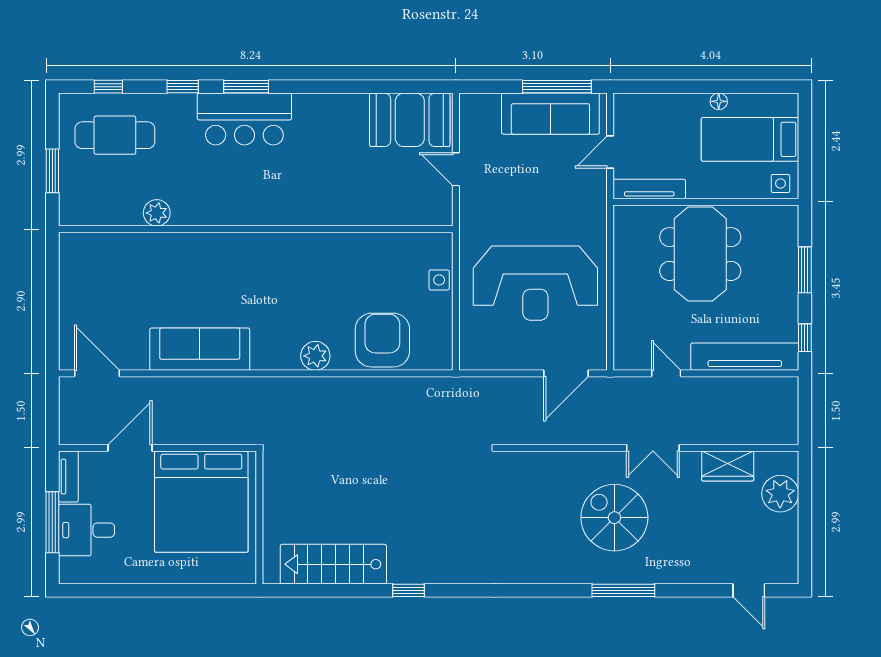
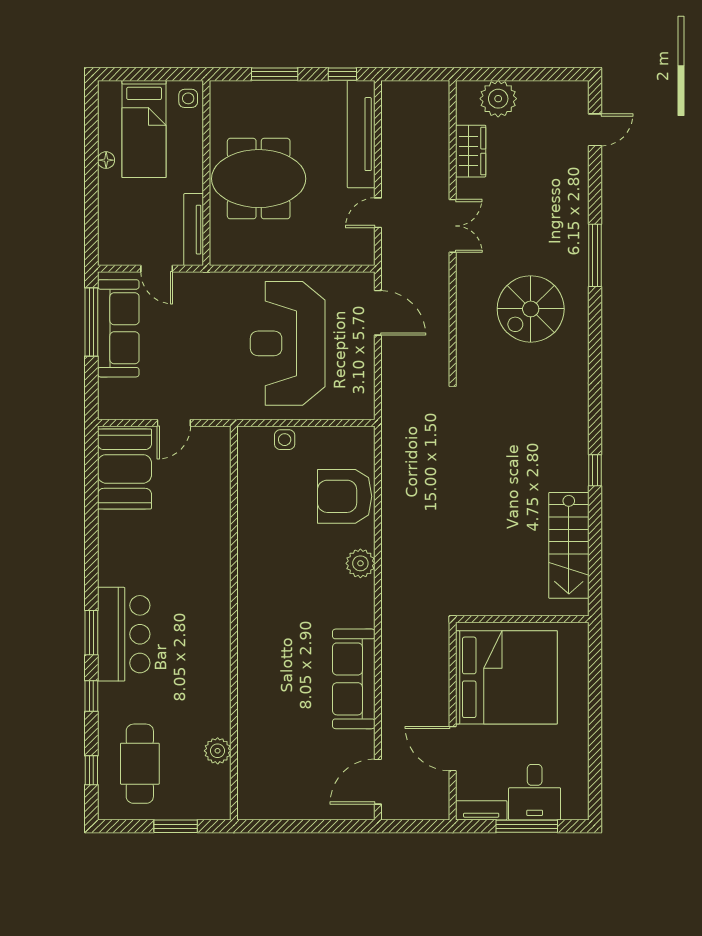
plant: (157, 213) -> (218, 751), moved
reception desk: (535, 283) -> (288, 343), turned 180
spiral stairs: (614, 518) -> (531, 309), moved

